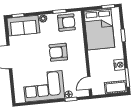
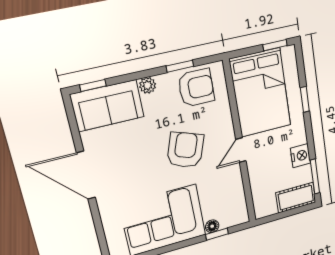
armchair: (58, 52) -> (185, 150), turned 109
door: (90, 83) -> (241, 150), moved

